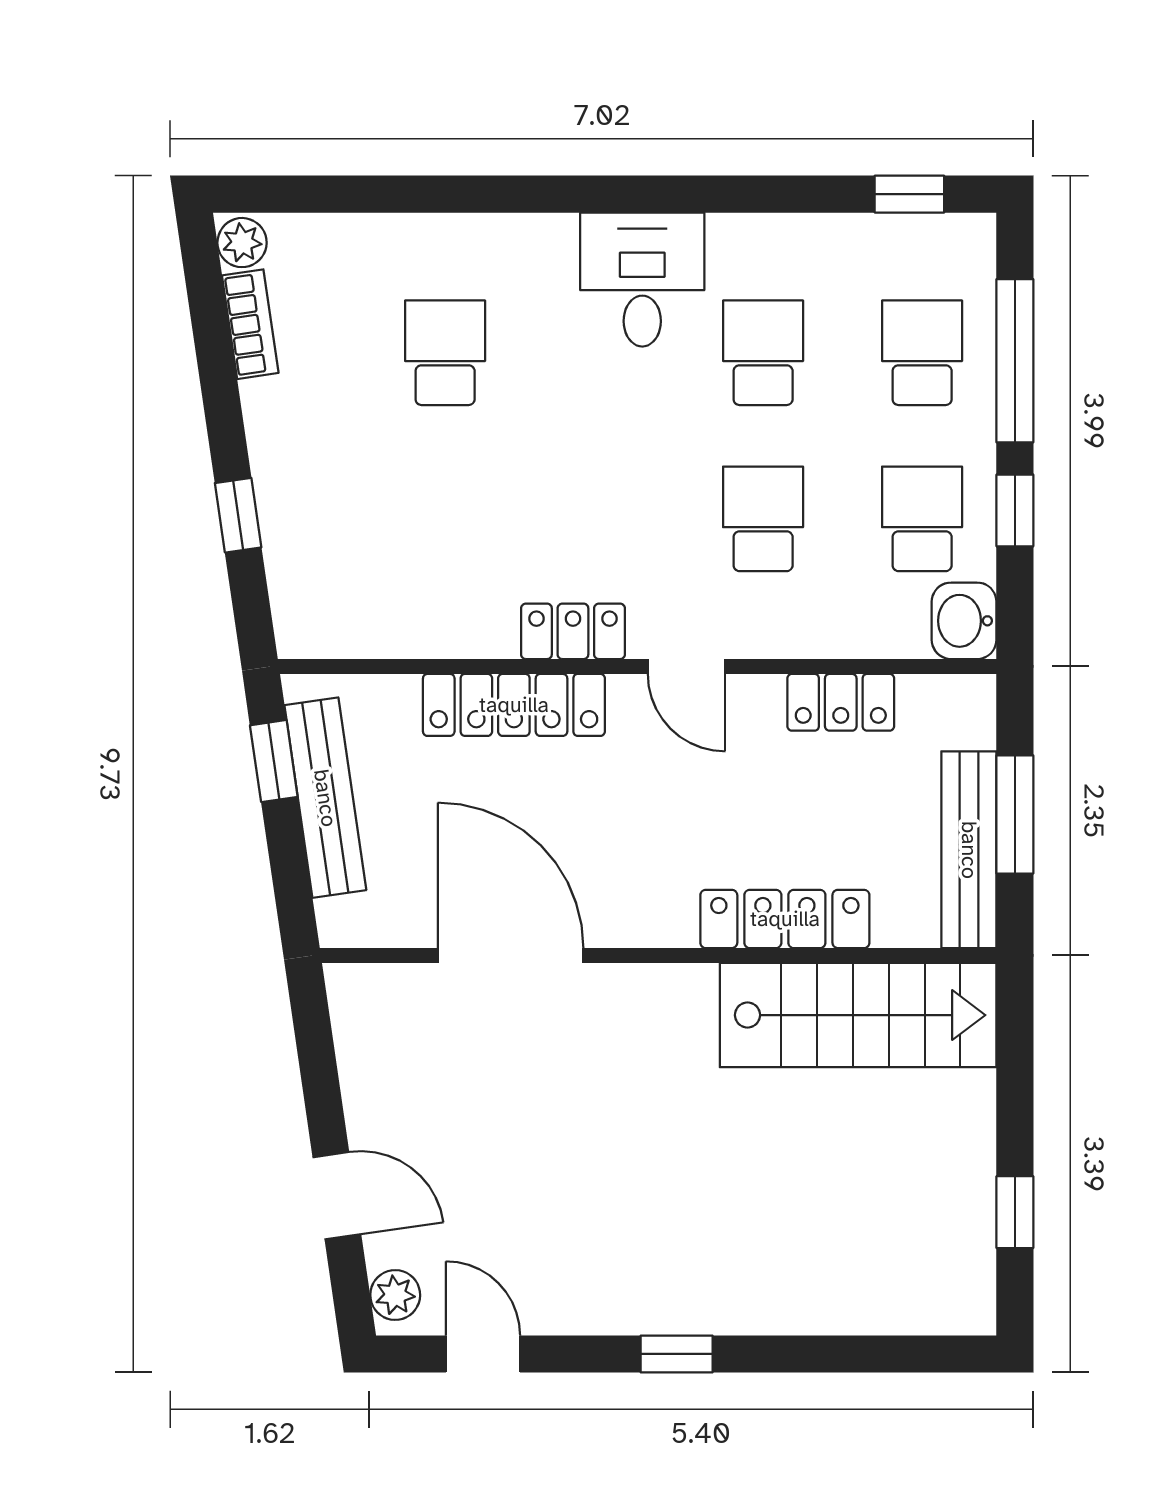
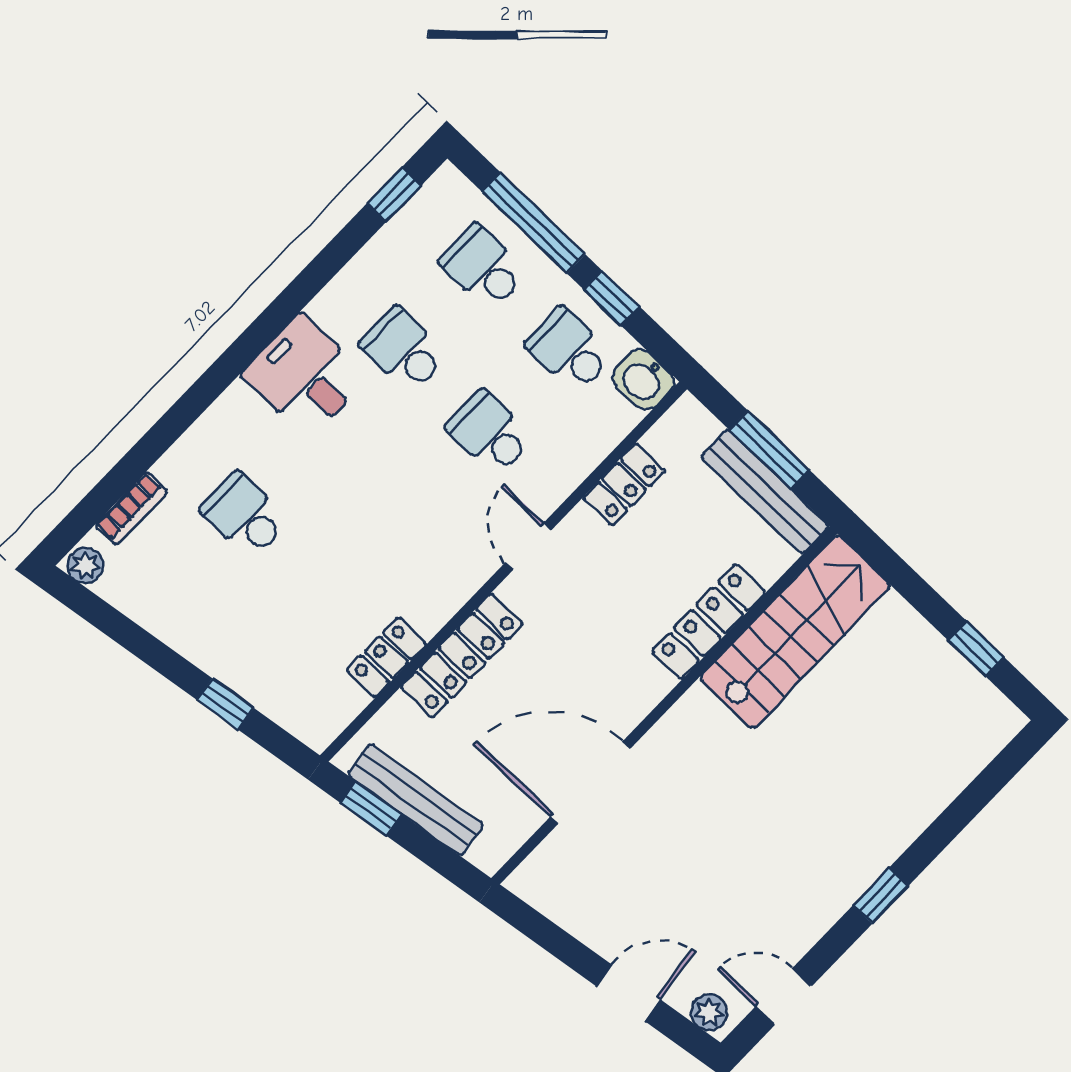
bookcase: (250, 324) -> (131, 508), moved, turned 98
locker: (573, 631) -> (386, 657), moved
door: (687, 666) -> (528, 547), swing flipped

